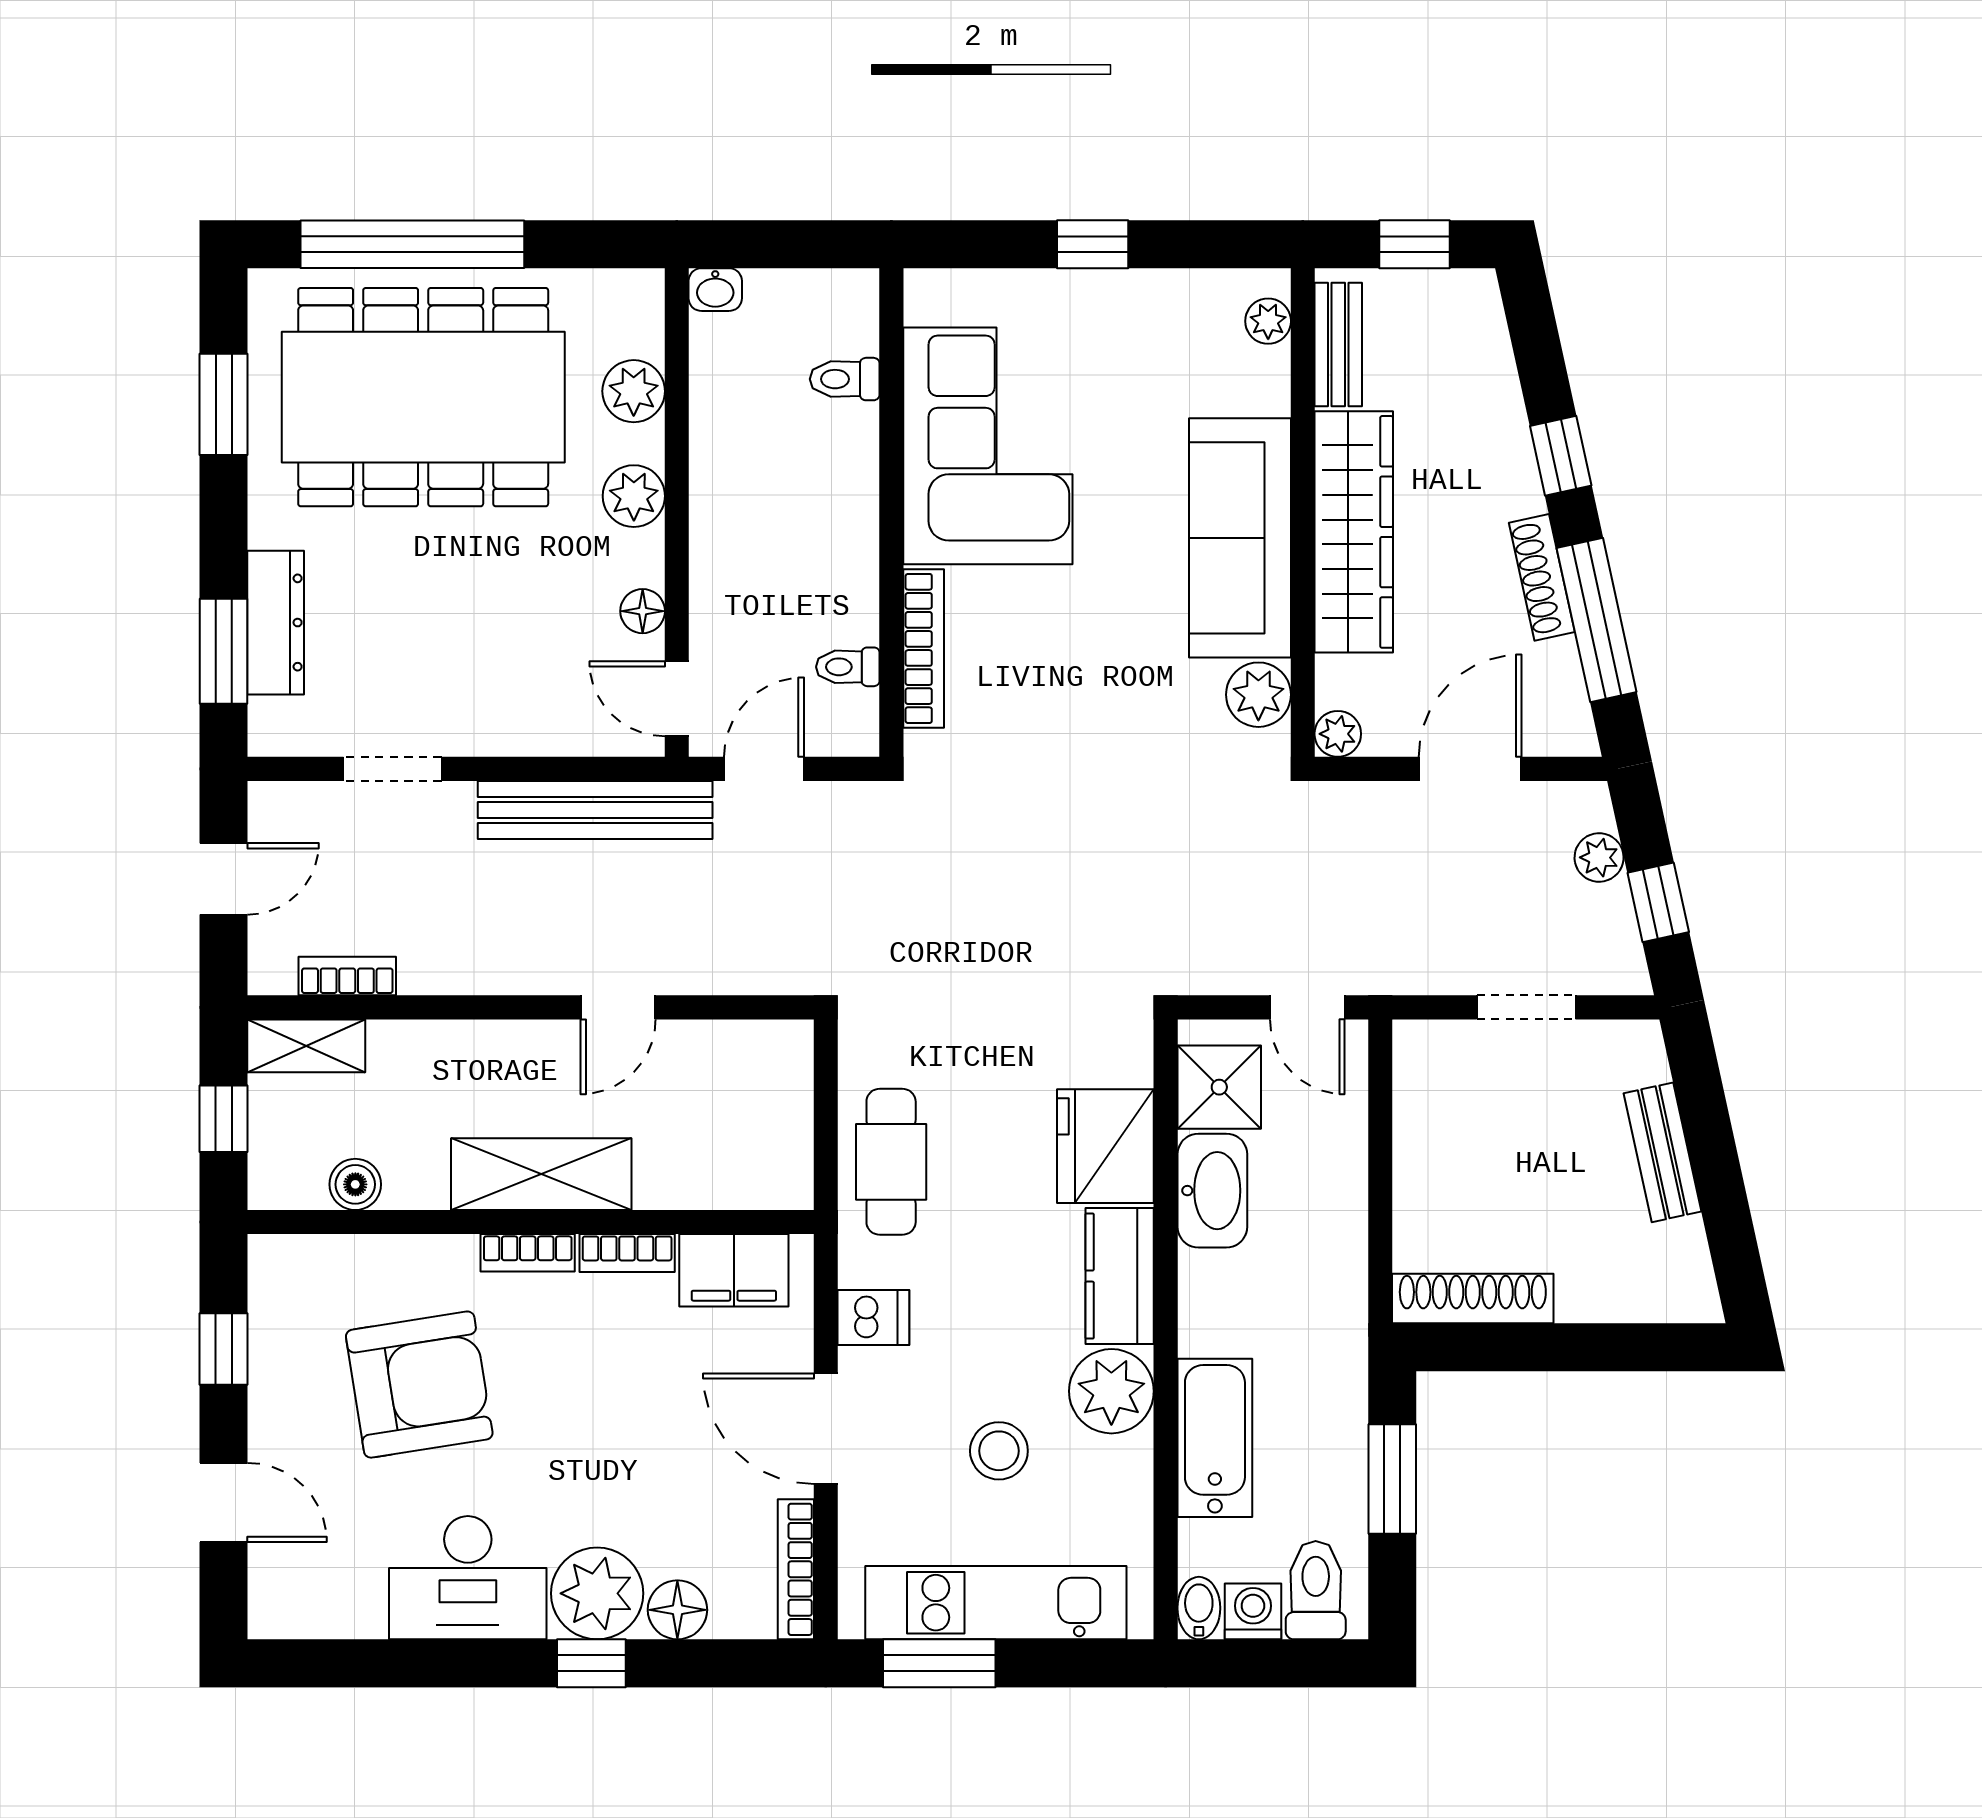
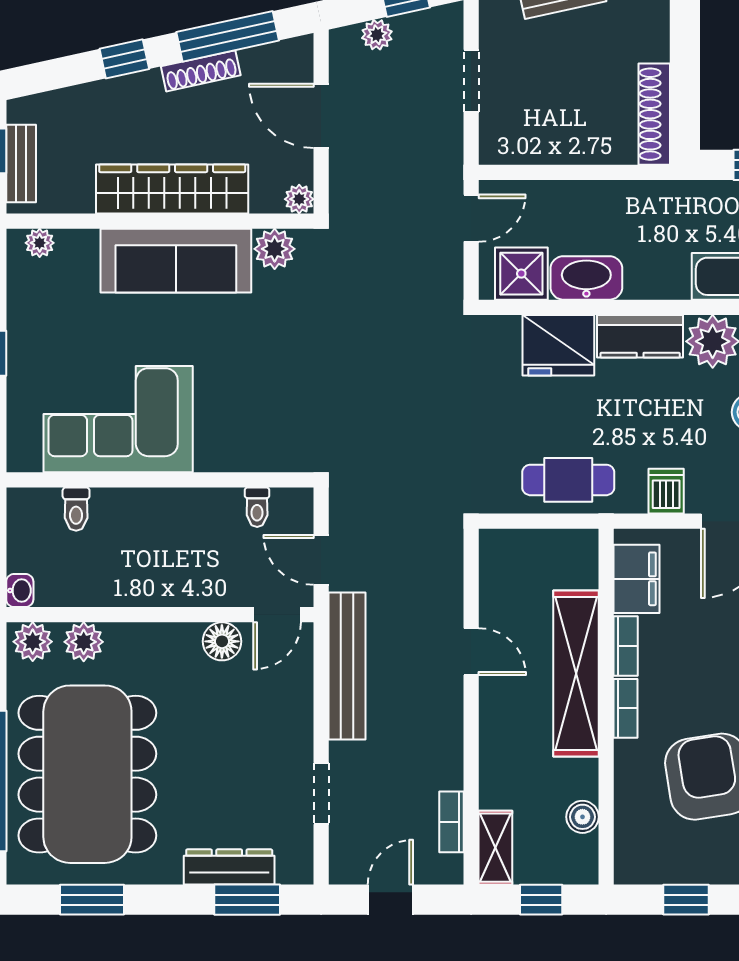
bench: (1338, 345) -> (21, 164), moved, turned 90
plant: (634, 496) -> (33, 642), moved
floor lamp: (643, 611) -> (222, 641), width x1.37, depth x1.37
bookcase: (924, 648) -> (245, 459), removed
door: (224, 879) -> (390, 900), hinge flipped
shelving: (541, 1174) -> (576, 673), width x1.47

